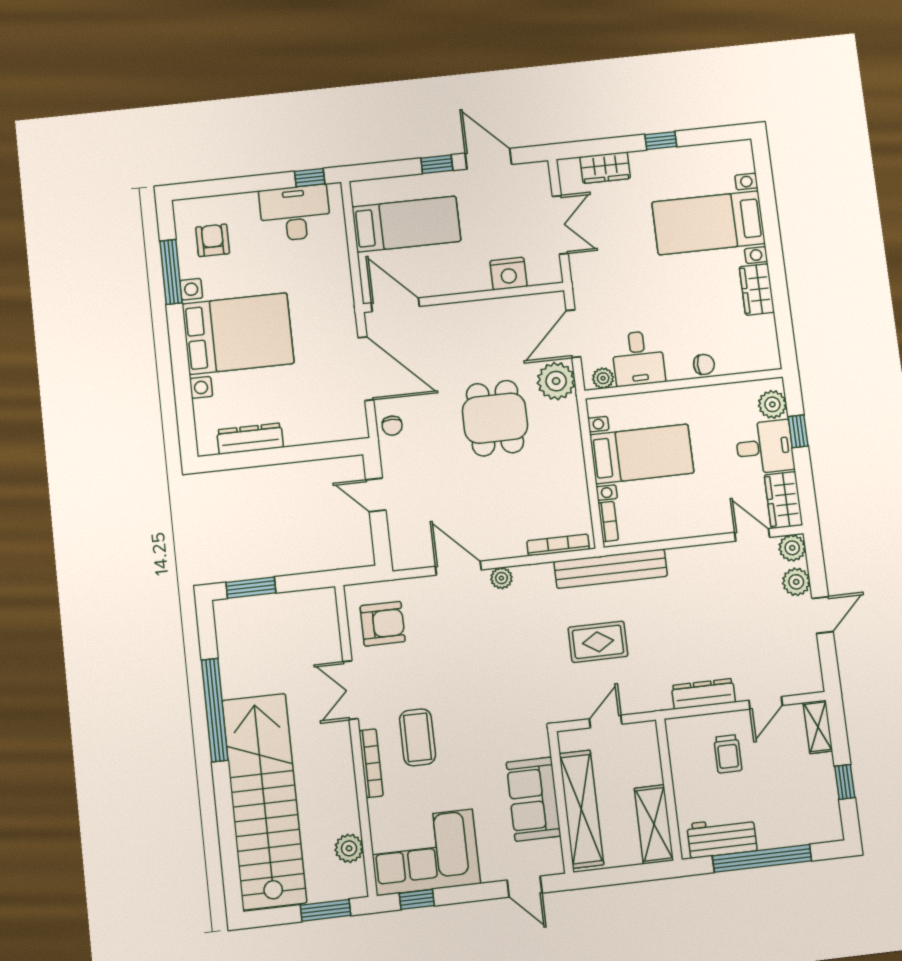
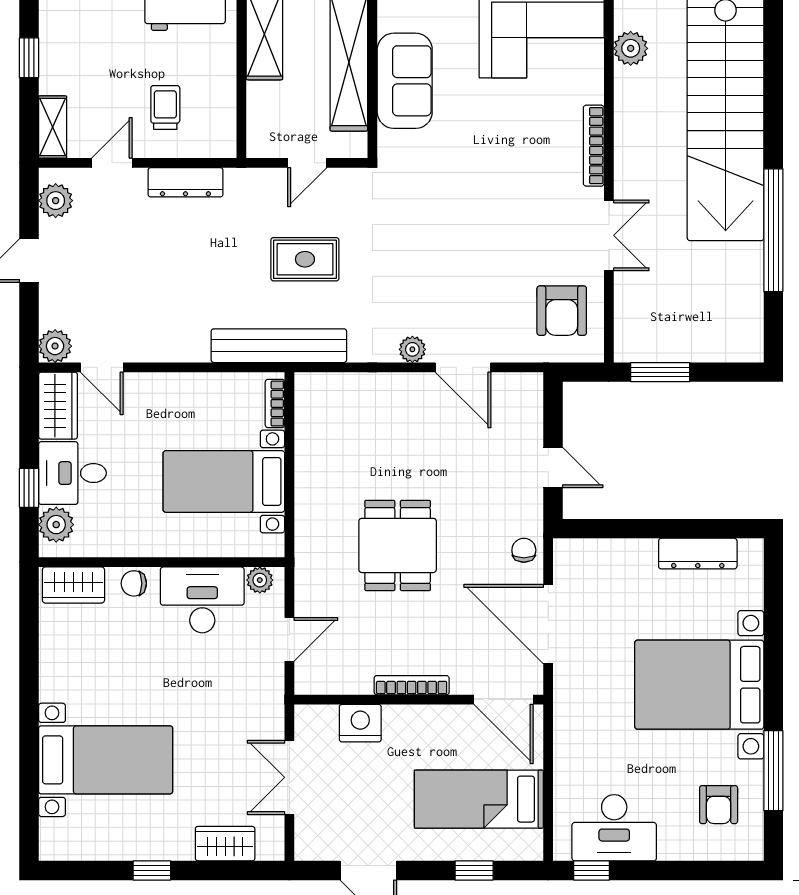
window: (437, 164) -> (474, 870), moved
wardrobe: (757, 289) -> (73, 585), moved, turned 90
door: (573, 334) -> (289, 639), width x0.73
desk: (638, 358) -> (202, 600), width x1.37
plant: (556, 381) -> (318, 583), removed
bookcase: (558, 545) -> (412, 685), moved, turned 180
plant: (796, 582) -> (56, 201), moved
window: (251, 588) -> (660, 372), moved
armchair: (383, 624) -> (562, 311), turned -90
coffee table: (418, 737) -> (535, 170), removed

